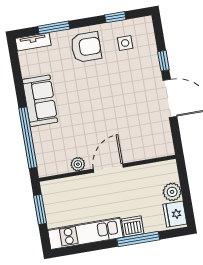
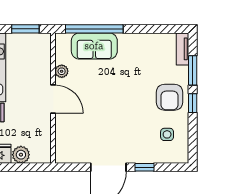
window: (115, 17) -> (193, 103), moved
sofa: (40, 101) -> (94, 46), moved

